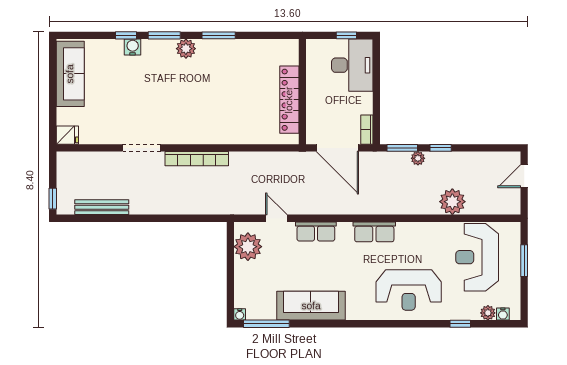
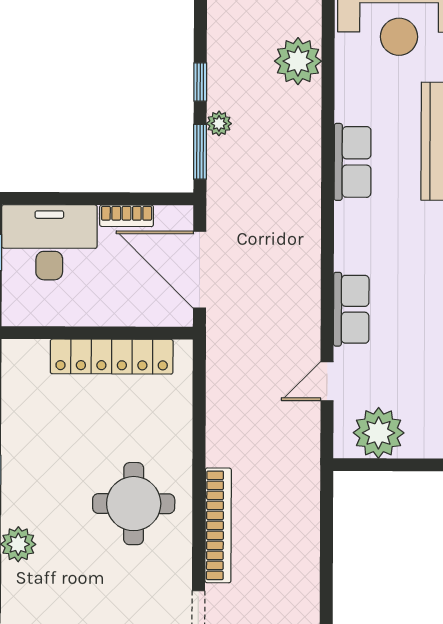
round table: (208, 112) -> (134, 504), added
bookcase: (367, 130) -> (127, 216), moved
door: (337, 148) -> (200, 270), swing flipped
row of seats: (374, 232) -> (353, 162), moved

